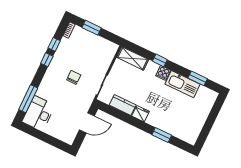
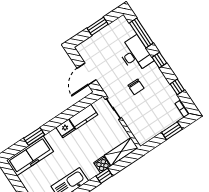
window: (47, 60) -> (159, 60), moved
cooker: (163, 73) -> (102, 164), moved
desk: (39, 113) -> (135, 54), moved
freezer: (179, 129) -> (30, 156), added
window: (44, 137) -> (98, 26), added

